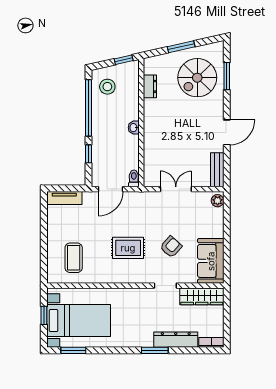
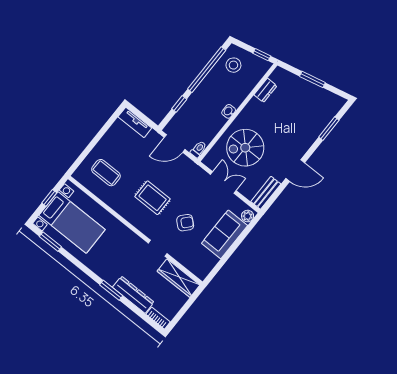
spiral stairs: (197, 78) -> (245, 148), moved
coffee table: (74, 258) -> (106, 173), turned 90
sofa: (211, 261) -> (225, 234), moved

